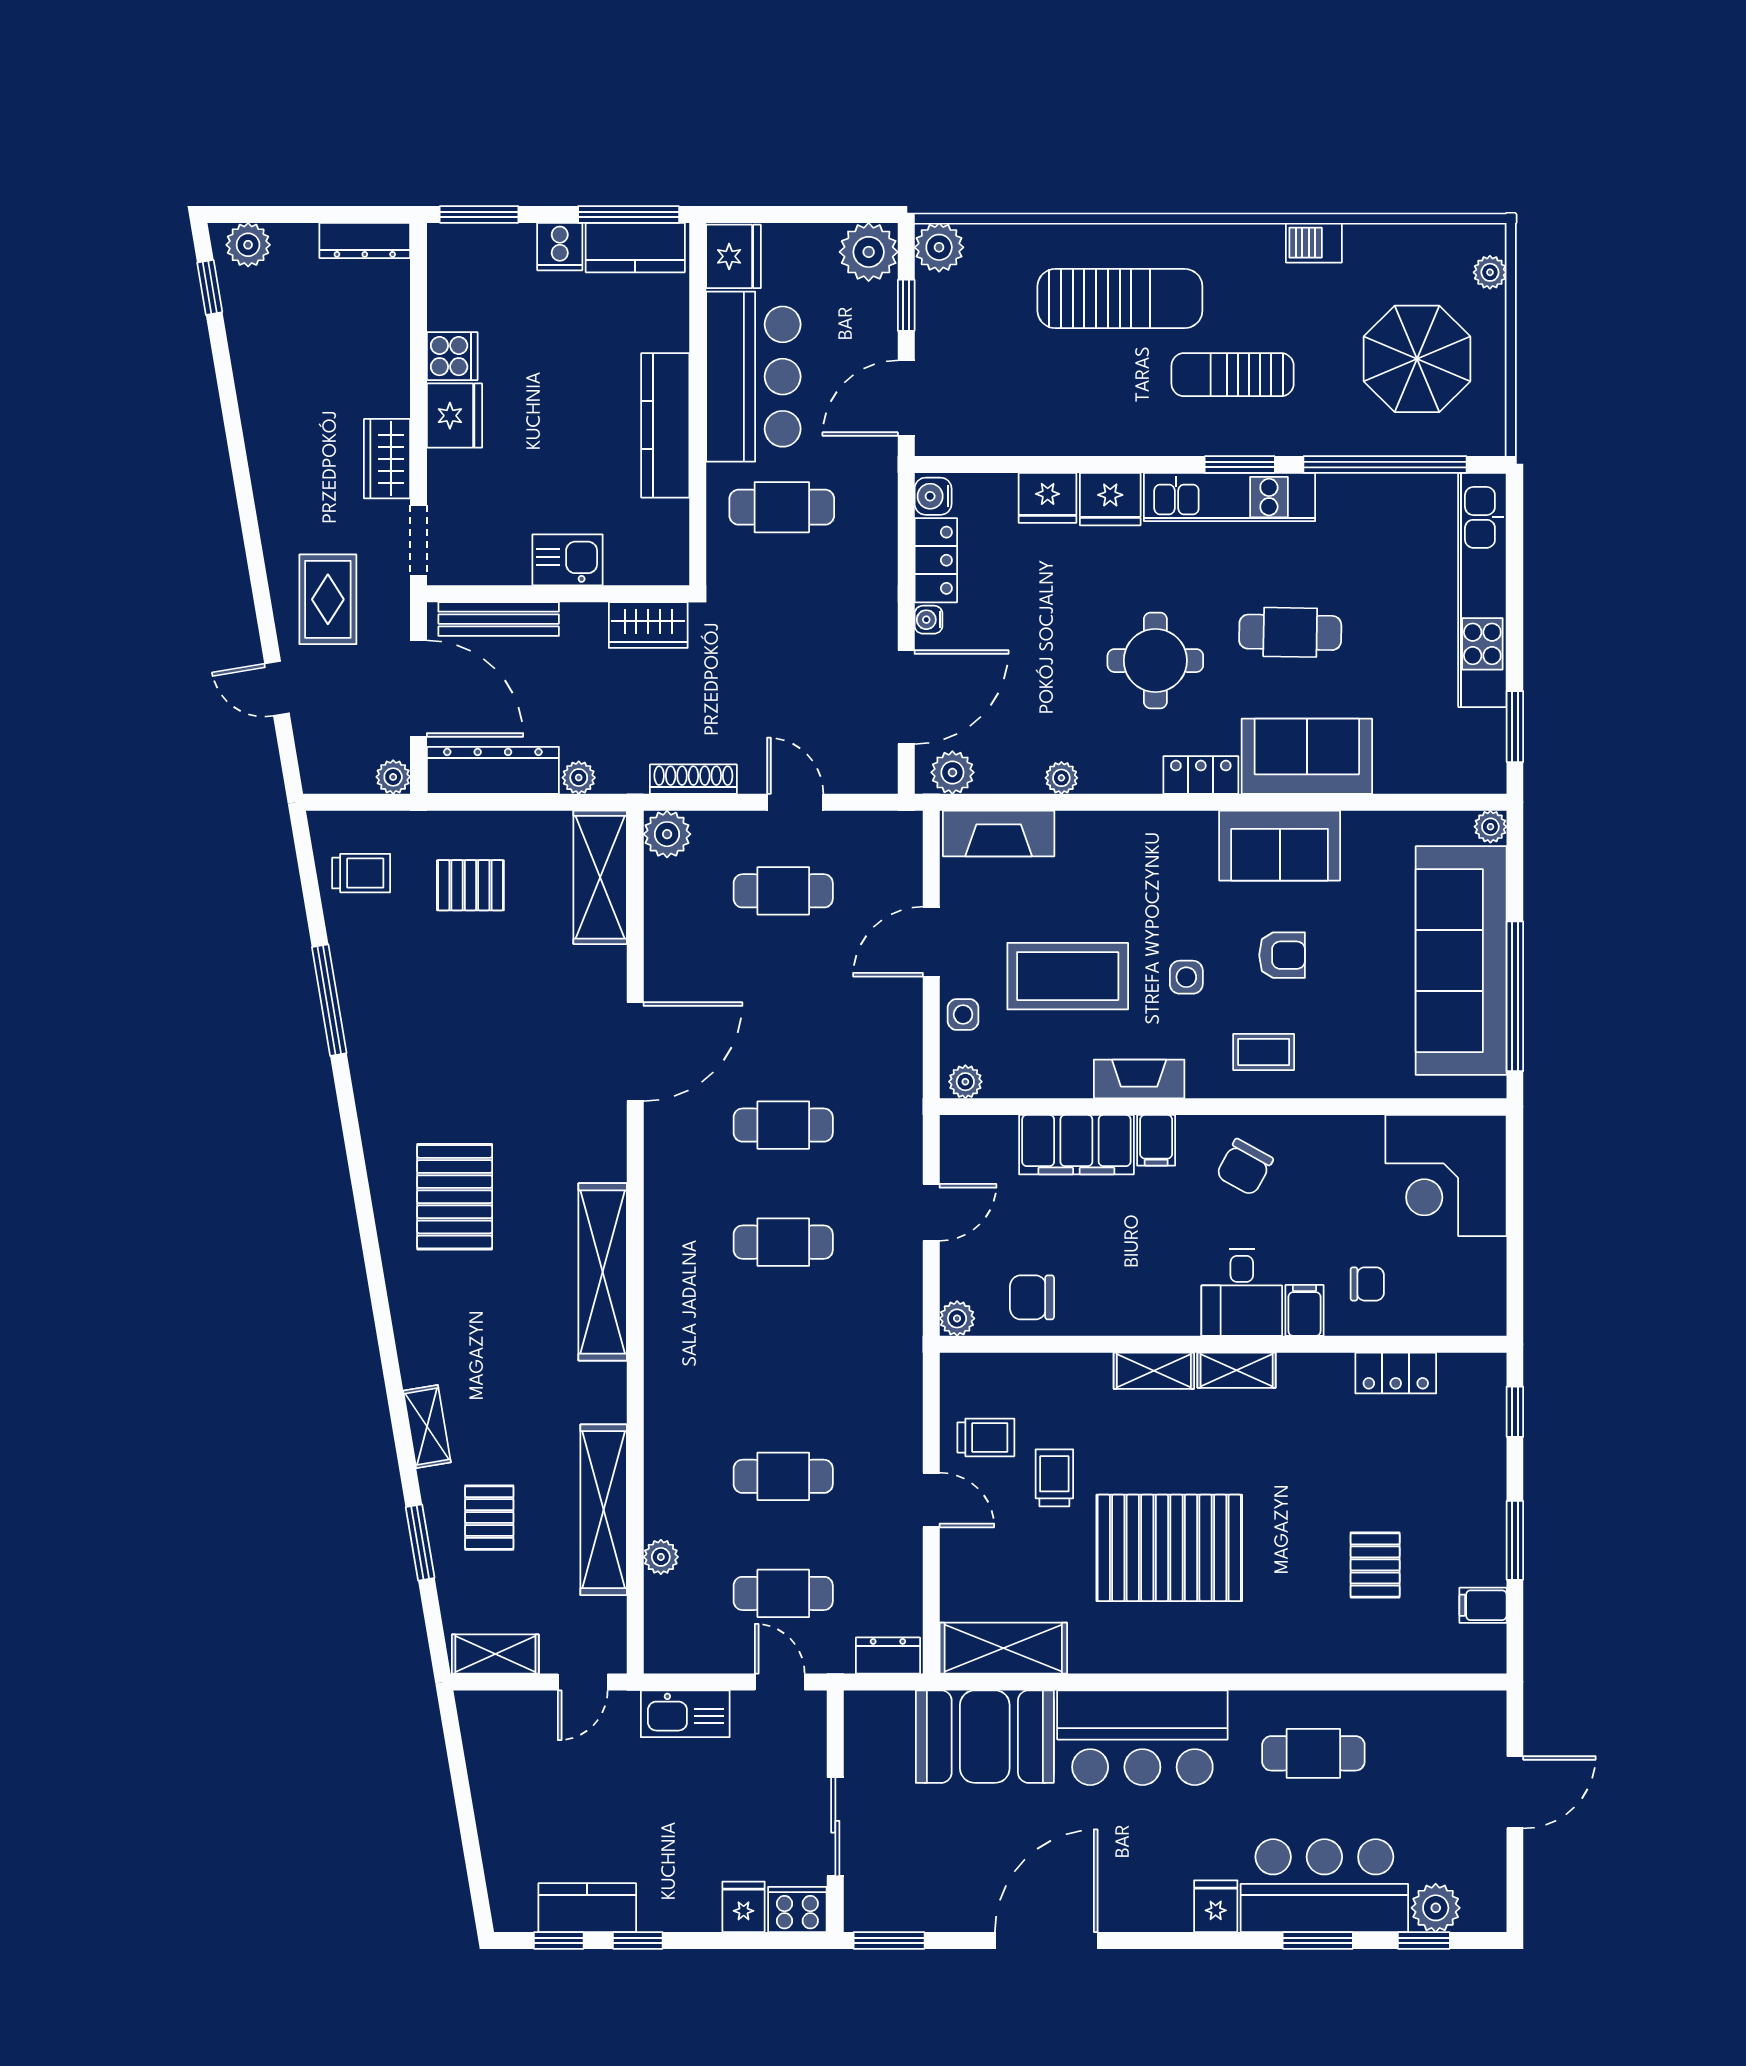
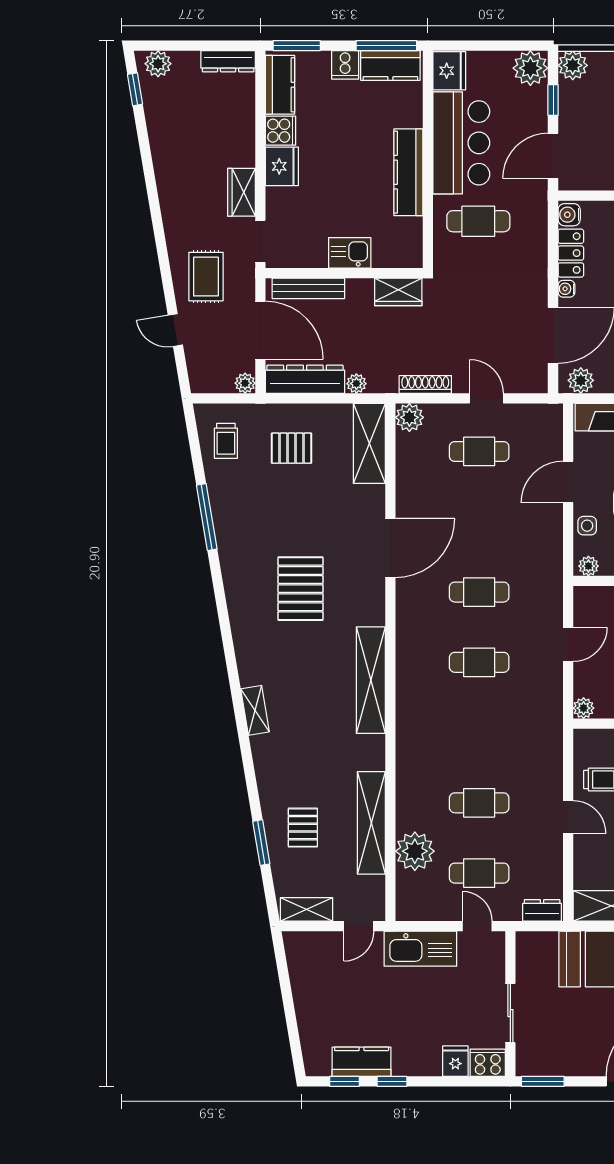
kitchen counter: (451, 280) -> (280, 85), added
trolley: (361, 873) -> (226, 441), turned 90
pallet: (455, 1197) -> (300, 589), moved
shelving: (427, 1426) -> (255, 710), moved
plant: (661, 1557) -> (415, 851), width x1.87, depth x1.87
kitchen sink: (685, 1714) -> (420, 949), width x1.36, depth x1.24

